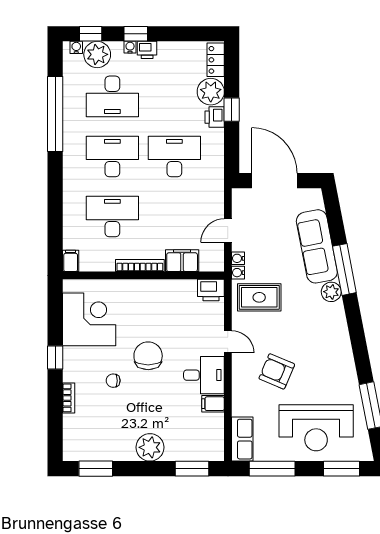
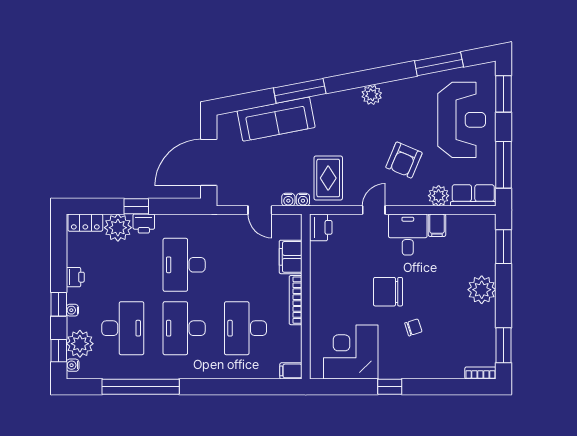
printer: (147, 50) -> (75, 277), moved
plant: (331, 292) -> (372, 95), moved
chair: (113, 381) -> (413, 327), turned -108
bookcase: (69, 398) -> (480, 373), moved
plant: (242, 405) -> (439, 196), added

